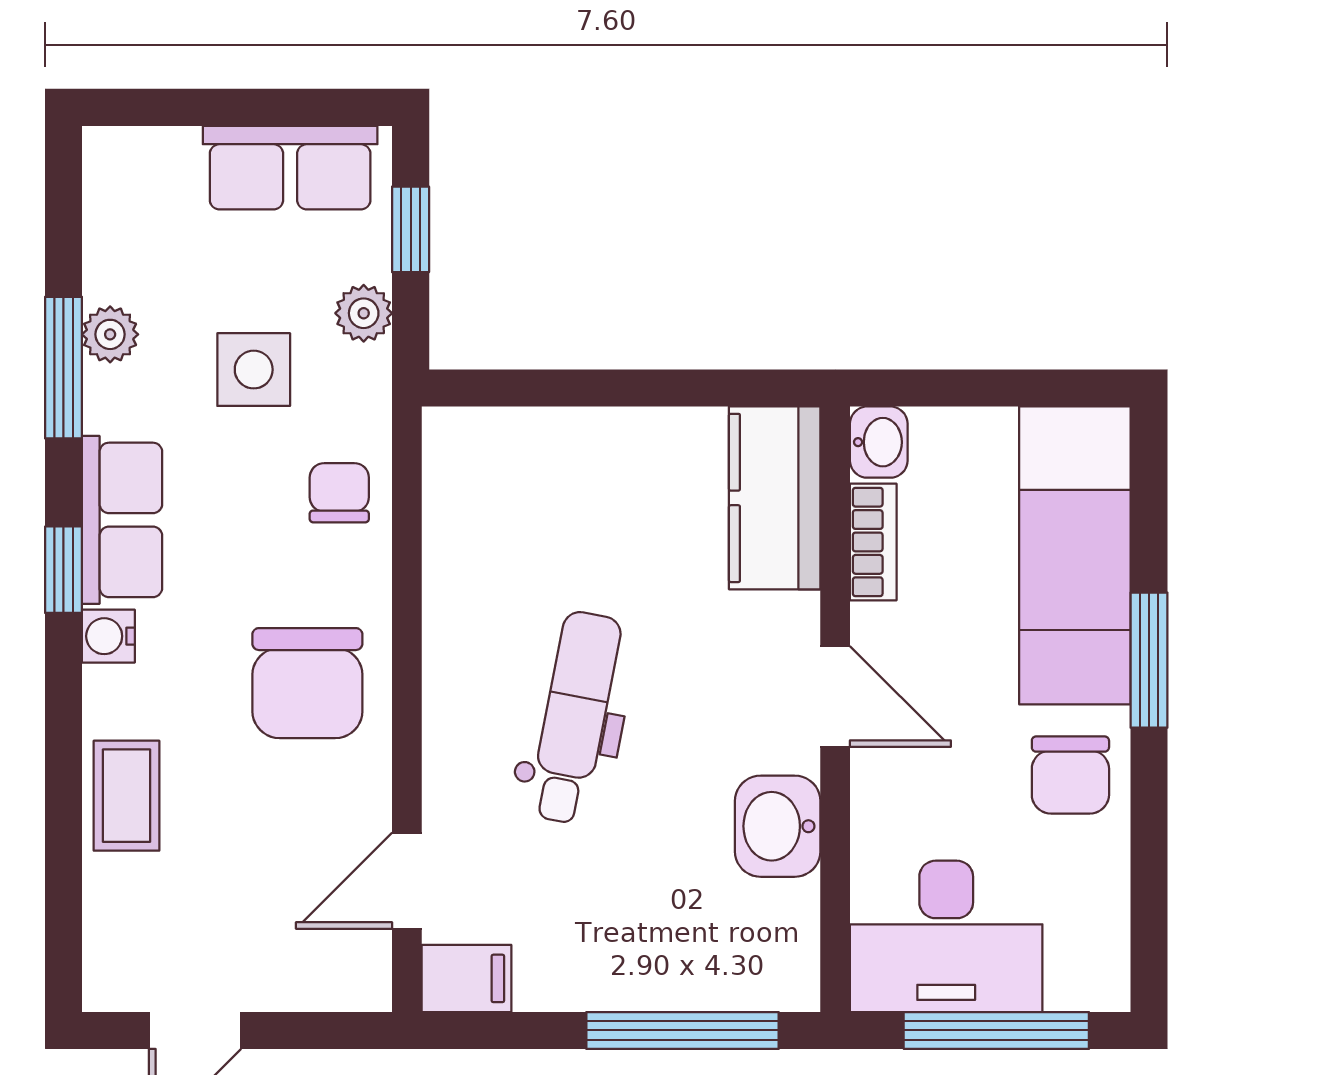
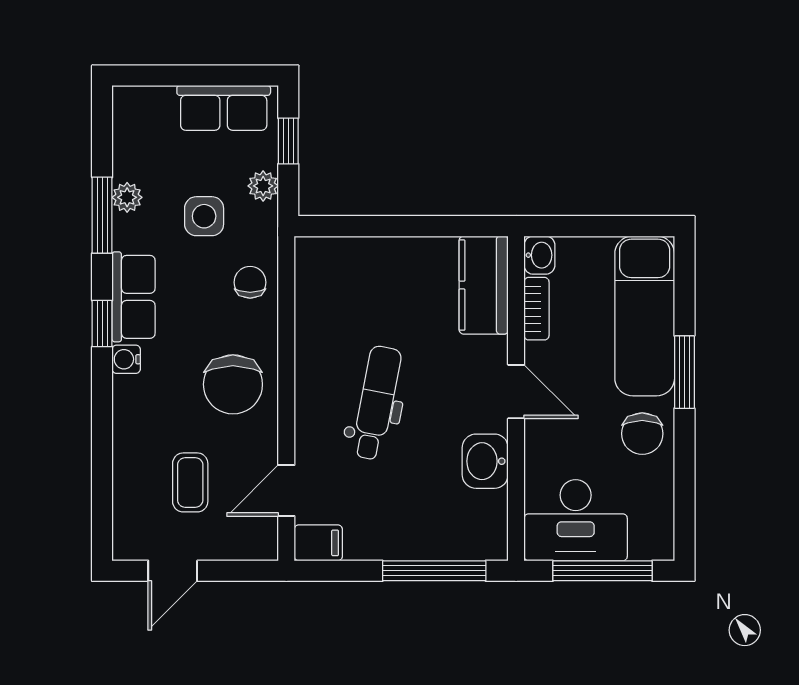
coffee table: (126, 796) -> (190, 482), moved

